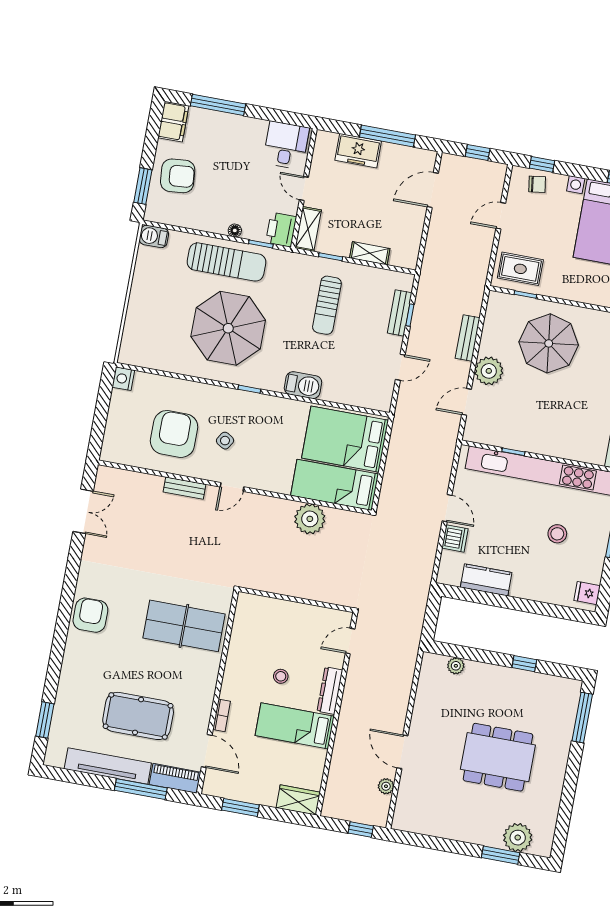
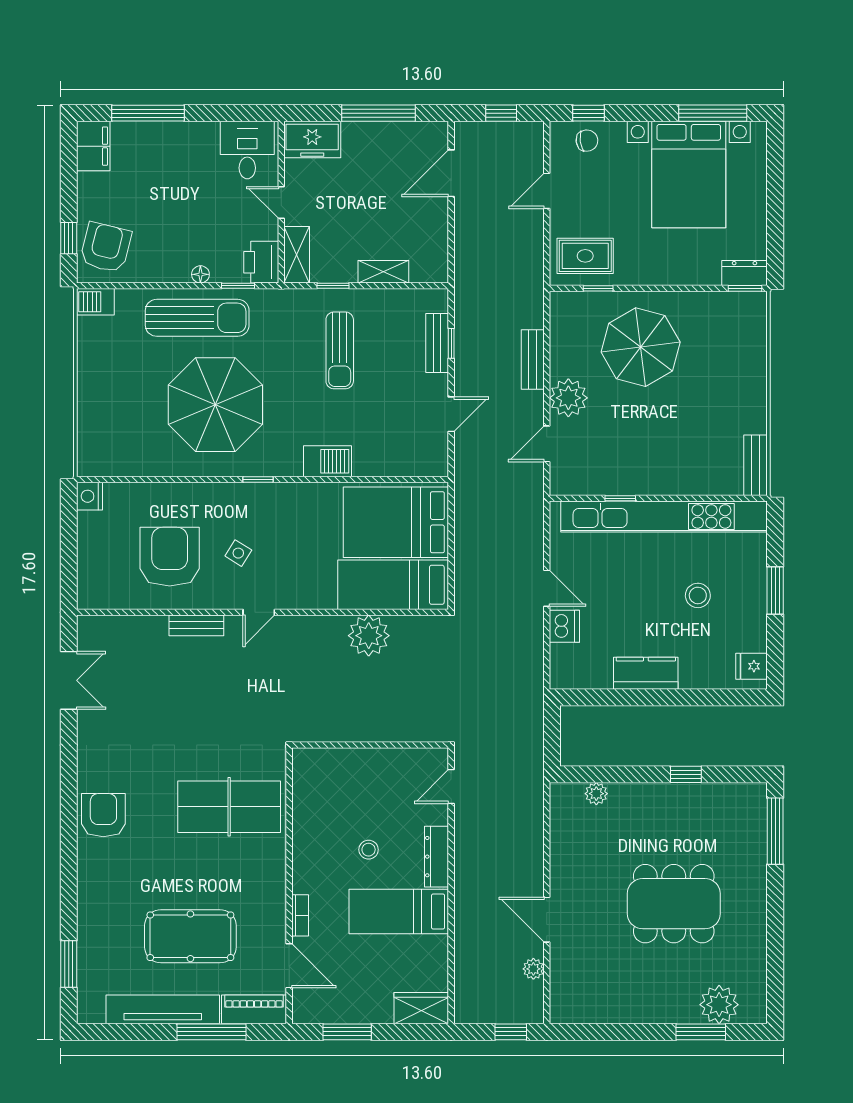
freezer: (358, 151) -> (312, 140), moved
armchair: (178, 176) -> (106, 247), moved, turned -71
window: (143, 186) -> (69, 238), width x0.67
kitchen counter: (486, 580) -> (646, 673), moved

